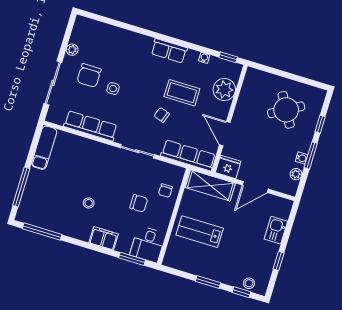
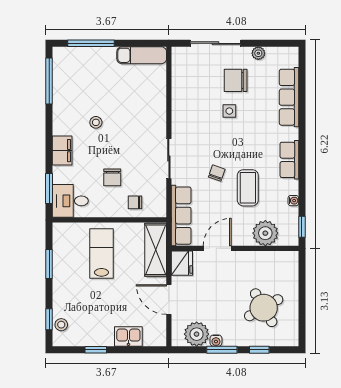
row of seats: (91, 126) -> (289, 97), moved, turned 180
plant: (296, 174) -> (197, 334), width x1.88, depth x1.88
window: (208, 282) -> (49, 264), moved

